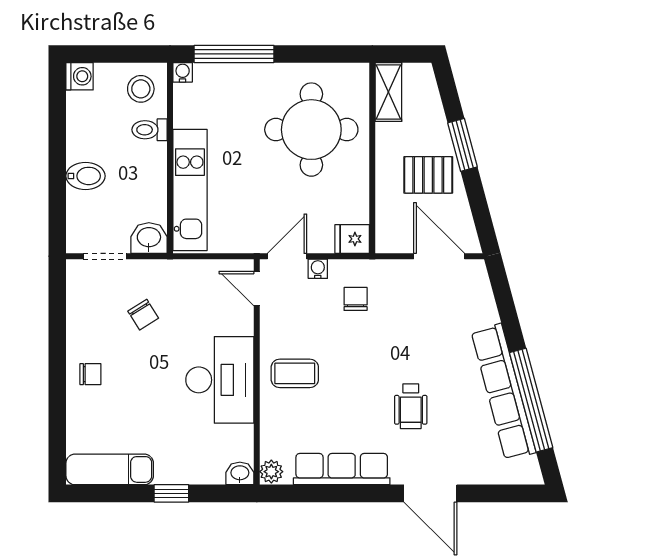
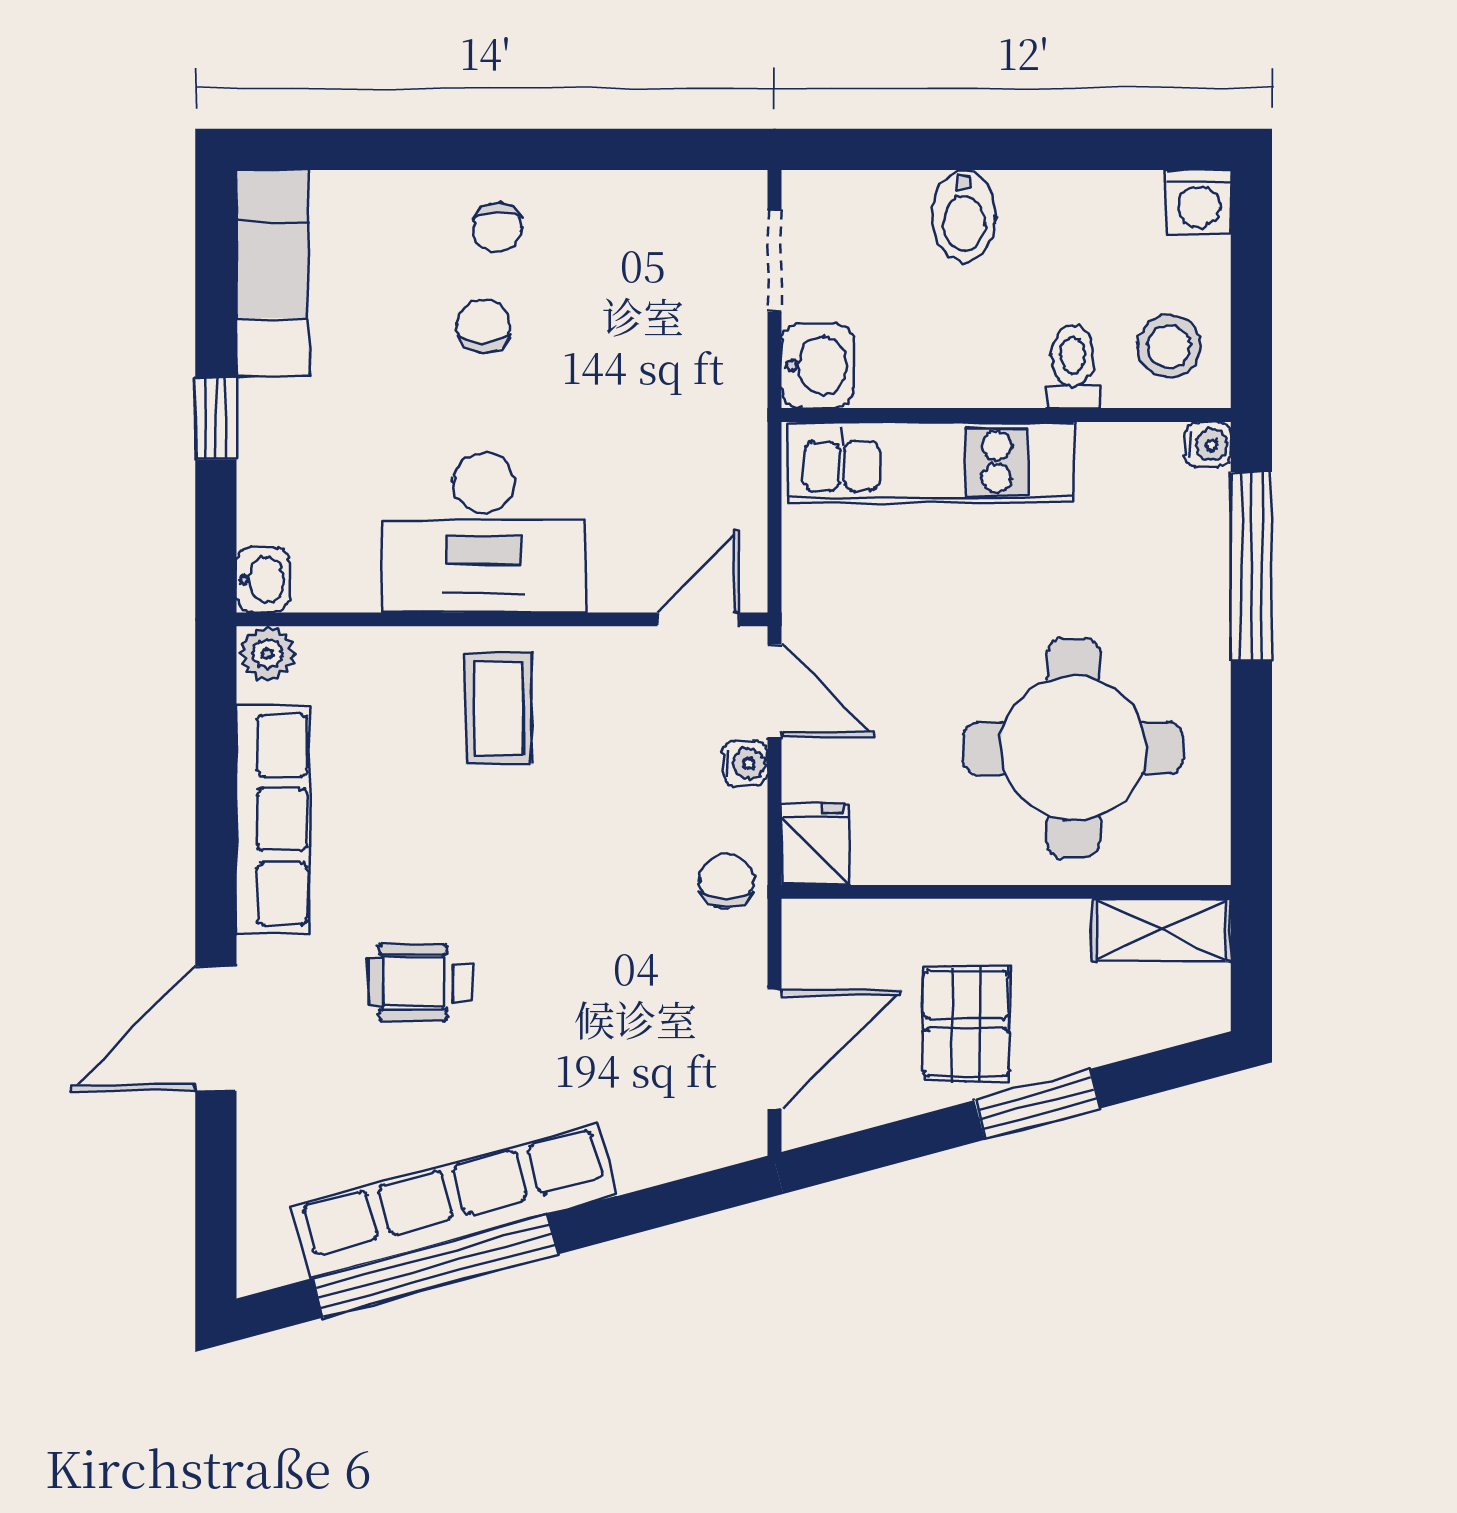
chair: (356, 299) -> (727, 881), moved, turned -90
chair: (143, 315) -> (484, 326), moved, turned 122

